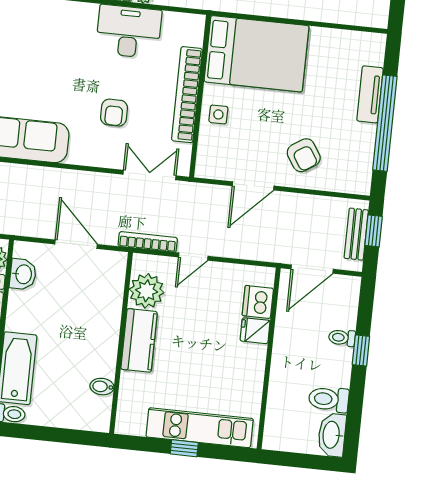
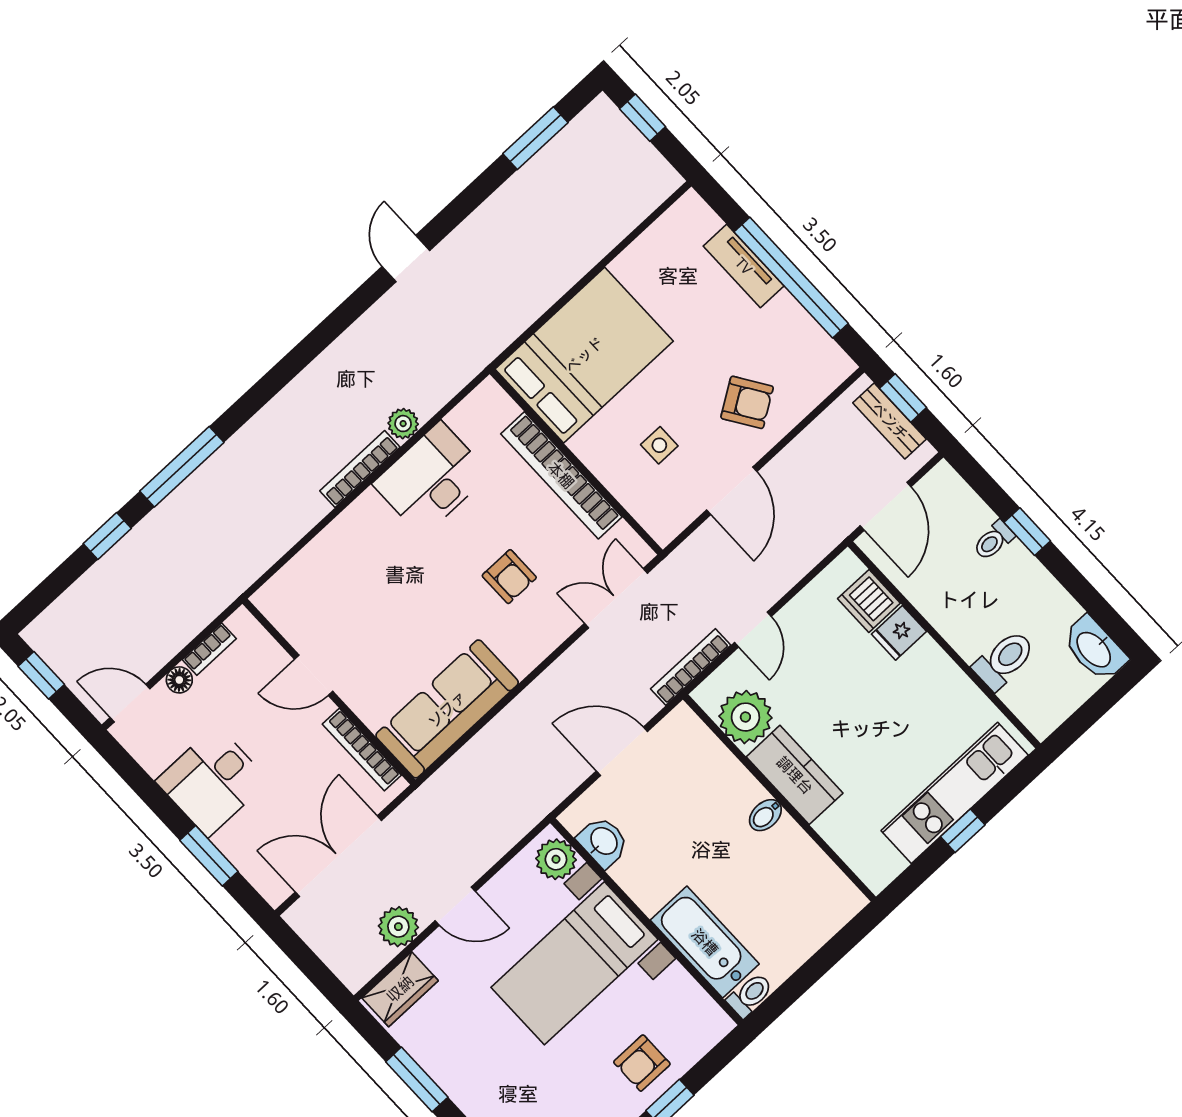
side table: (218, 114) -> (659, 445), moved
bidet: (102, 387) -> (765, 815), moved
toilet: (329, 399) -> (1004, 660), moved, turned 180

